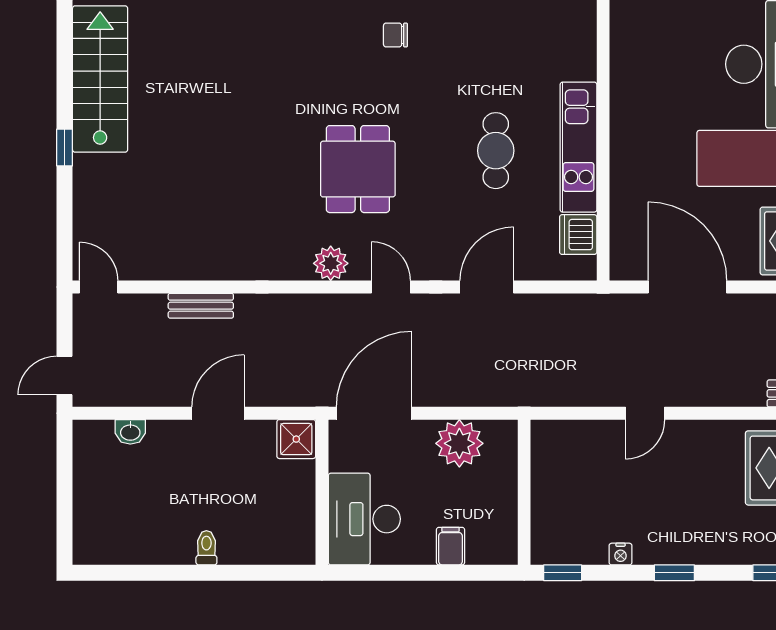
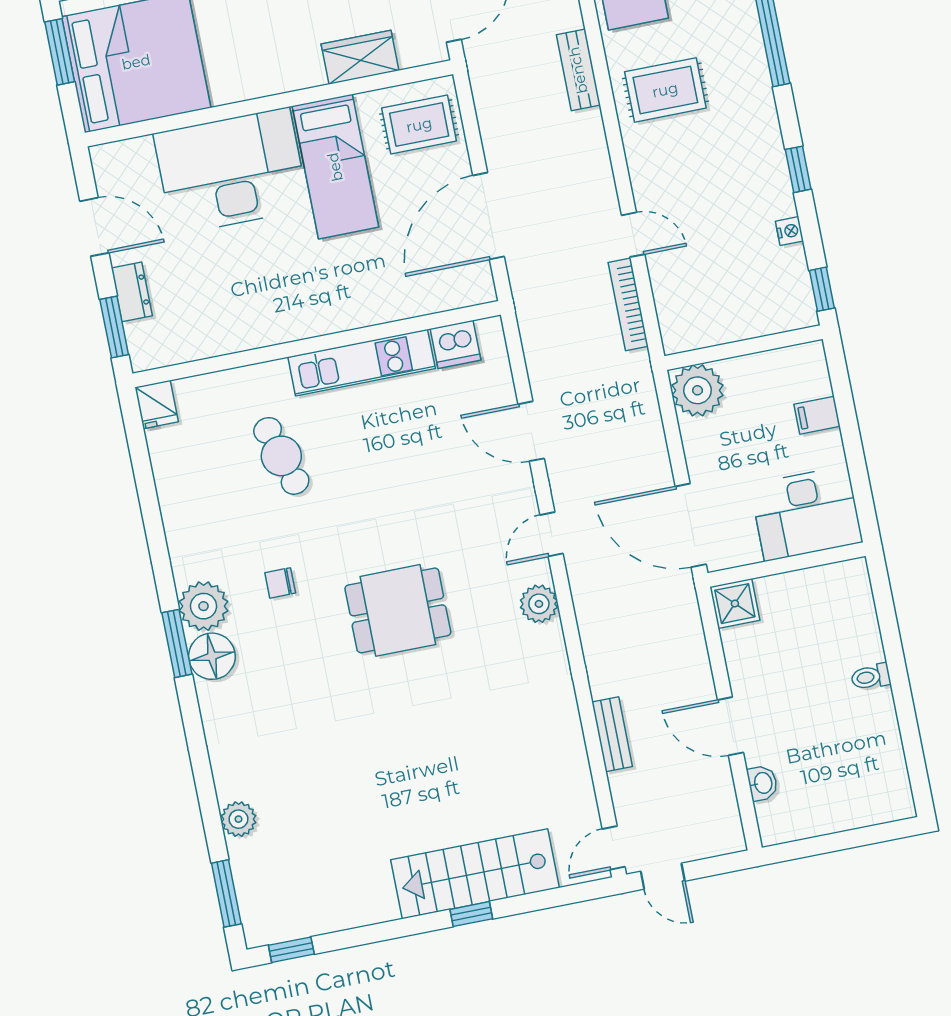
chair: (395, 35) -> (280, 583), turned 90
stairs: (100, 79) -> (475, 874), moved
cafe table: (496, 151) -> (281, 456), moved, turned 73
dining table: (358, 169) -> (398, 610), moved
door: (65, 376) -> (663, 876), moved
bookcase: (583, 396) -> (628, 304), added
door: (218, 413) -> (730, 726), moved
plant: (459, 443) -> (698, 390), moved

